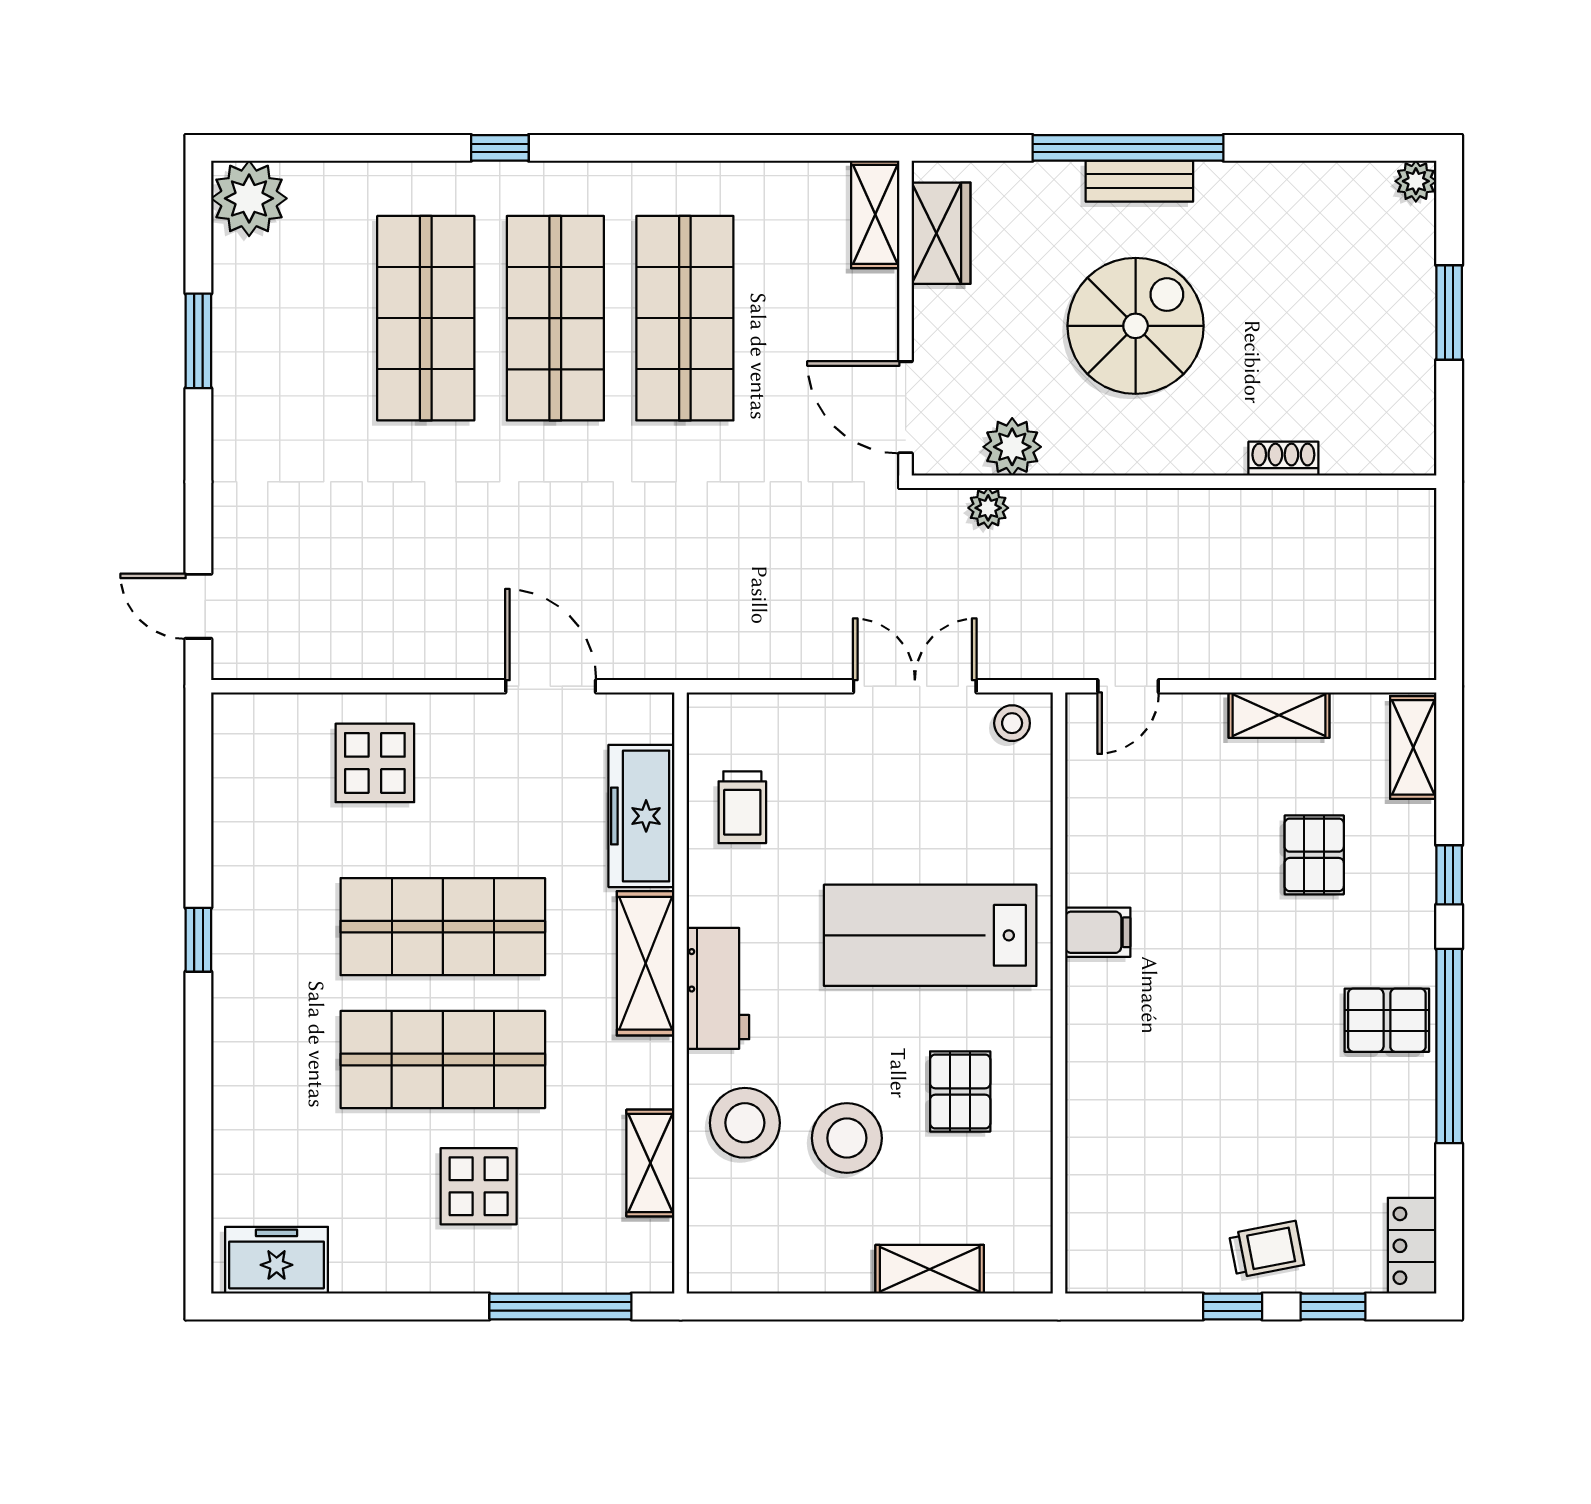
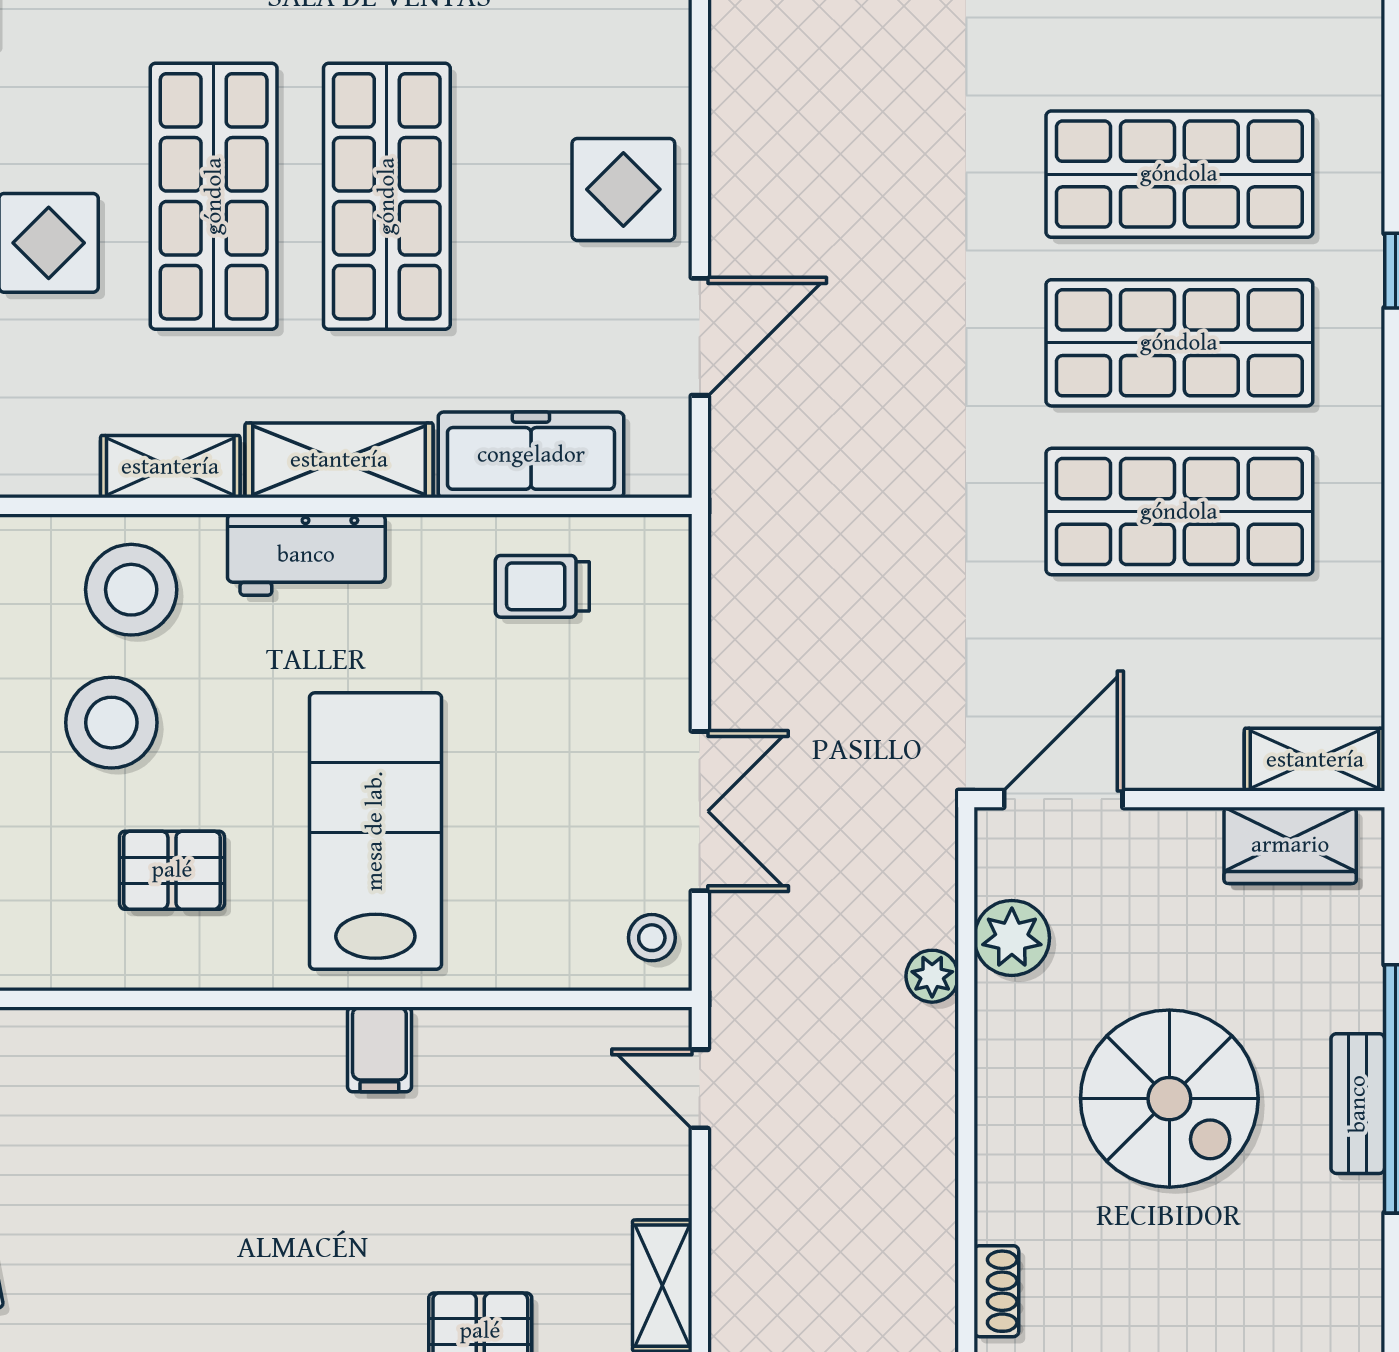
plant: (988, 508) -> (932, 976), moved
display table: (375, 763) -> (623, 189), moved
shelving: (650, 1163) -> (170, 467), moved

